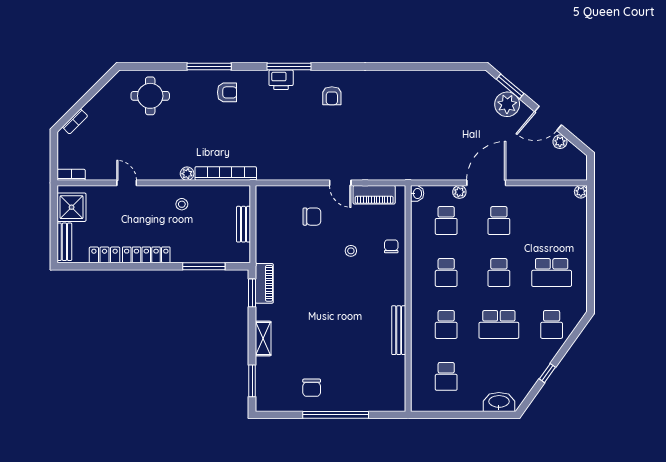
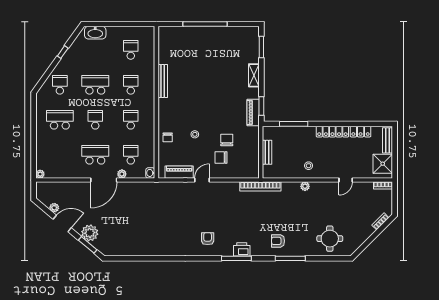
bookcase: (226, 173) -> (260, 186), moved
door: (127, 183) -> (346, 180), hinge flipped
door: (340, 183) -> (202, 180), hinge flipped
school desk: (499, 221) -> (95, 155), width x1.85
chair: (312, 388) -> (227, 140), moved

